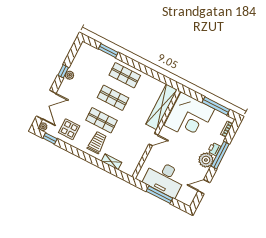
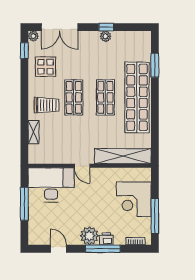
shop shelf: (125, 75) -> (137, 97), width x2.00, depth x1.36
corner desk: (189, 117) -> (134, 199), width x0.74, depth x0.74
desk: (164, 178) -> (51, 185), moved, turned 90

